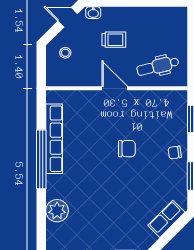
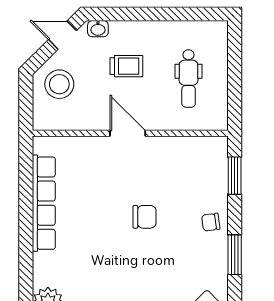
stool: (65, 53) -> (59, 84), width x1.89, depth x1.89
dental chair: (158, 66) -> (189, 78), moved, turned -76
window: (41, 159) -> (26, 232), removed

